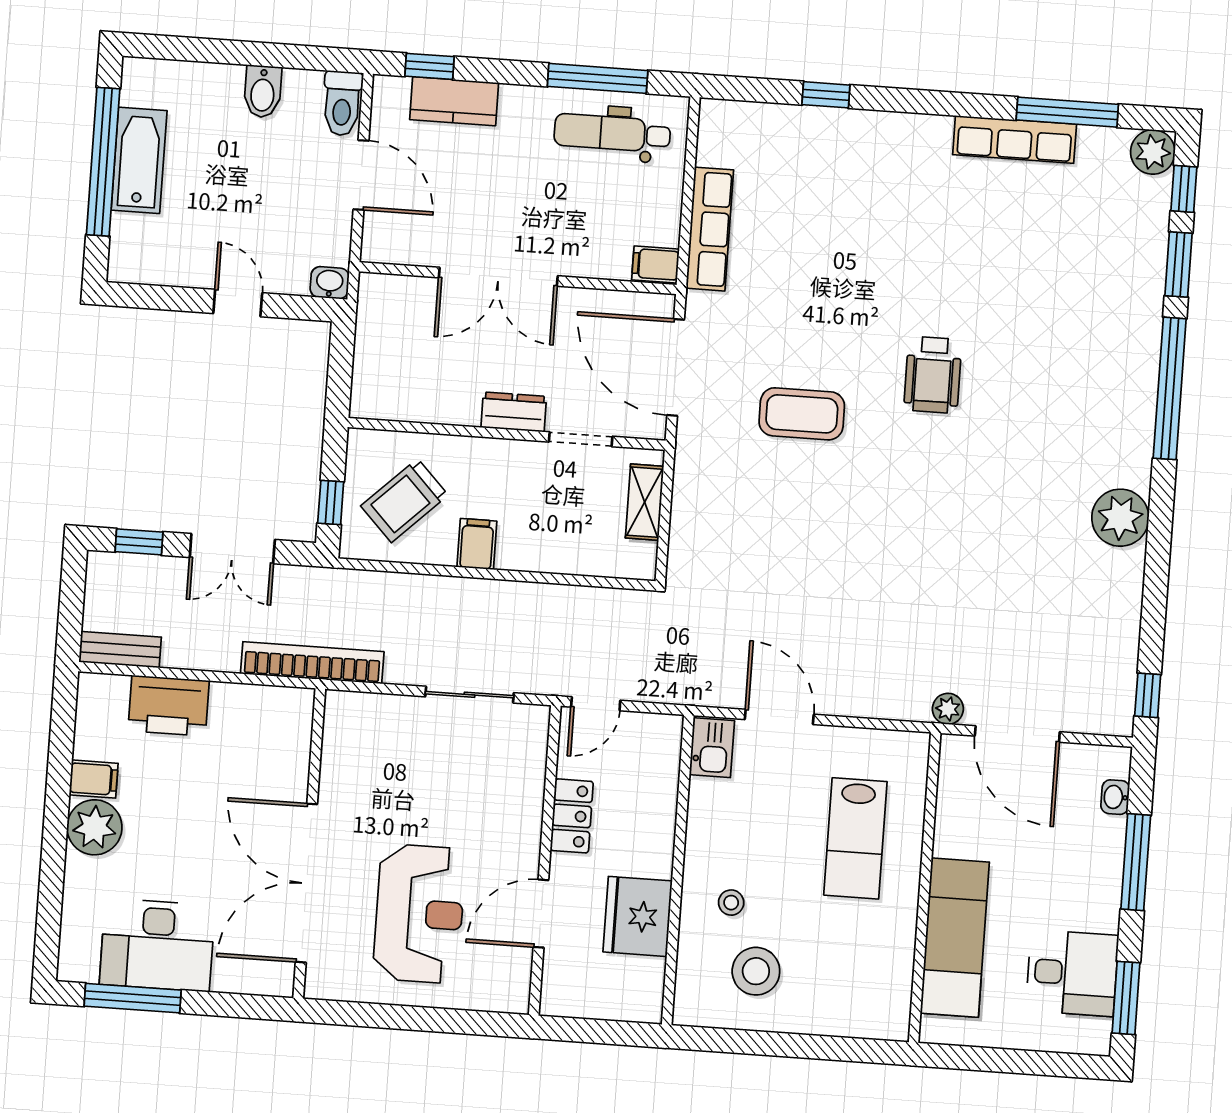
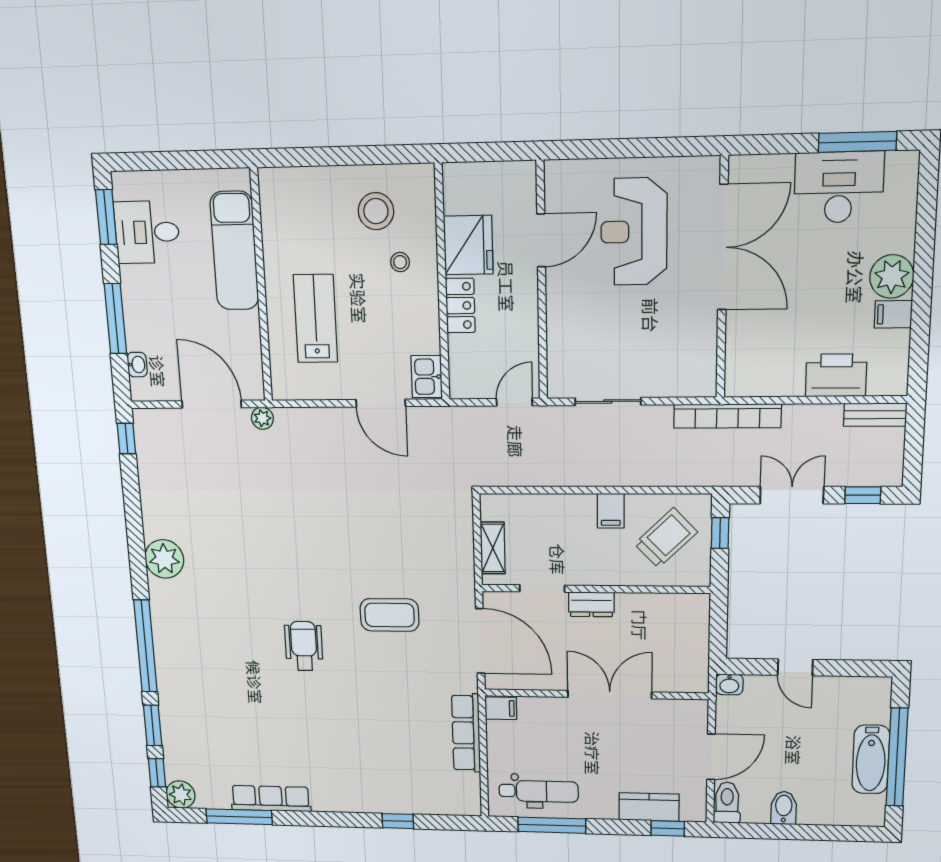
door: (361, 175) -> (711, 757), swing flipped
locker: (572, 816) -> (460, 306), moved, turned 180

